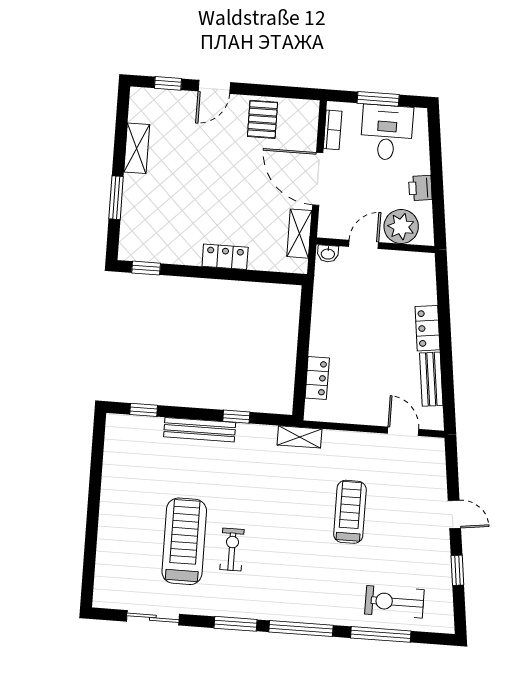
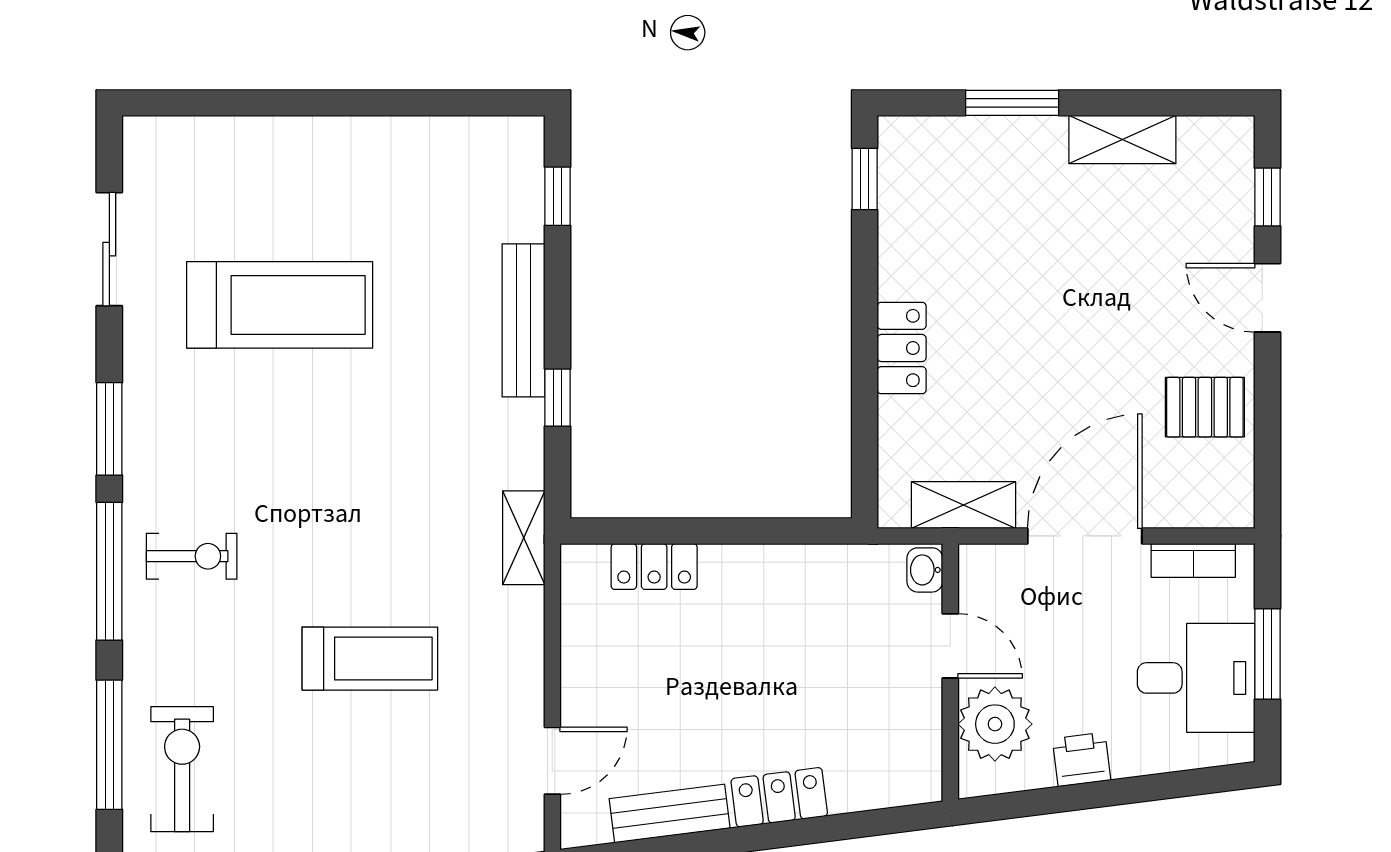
exercise bike: (232, 550) -> (192, 556), moved

